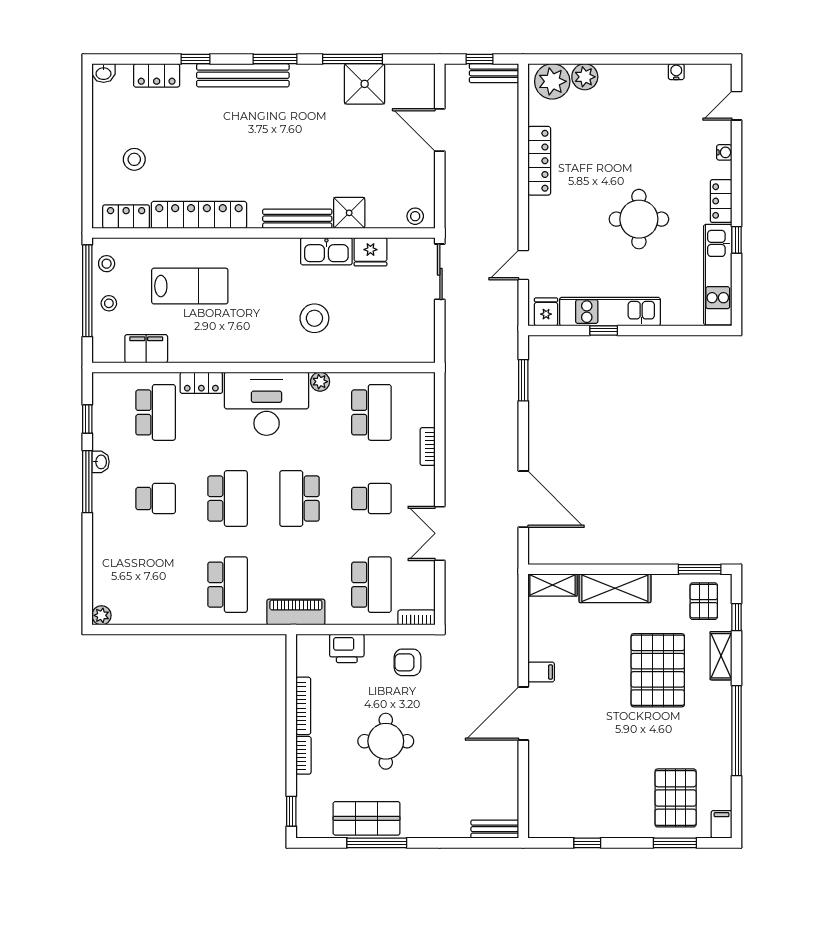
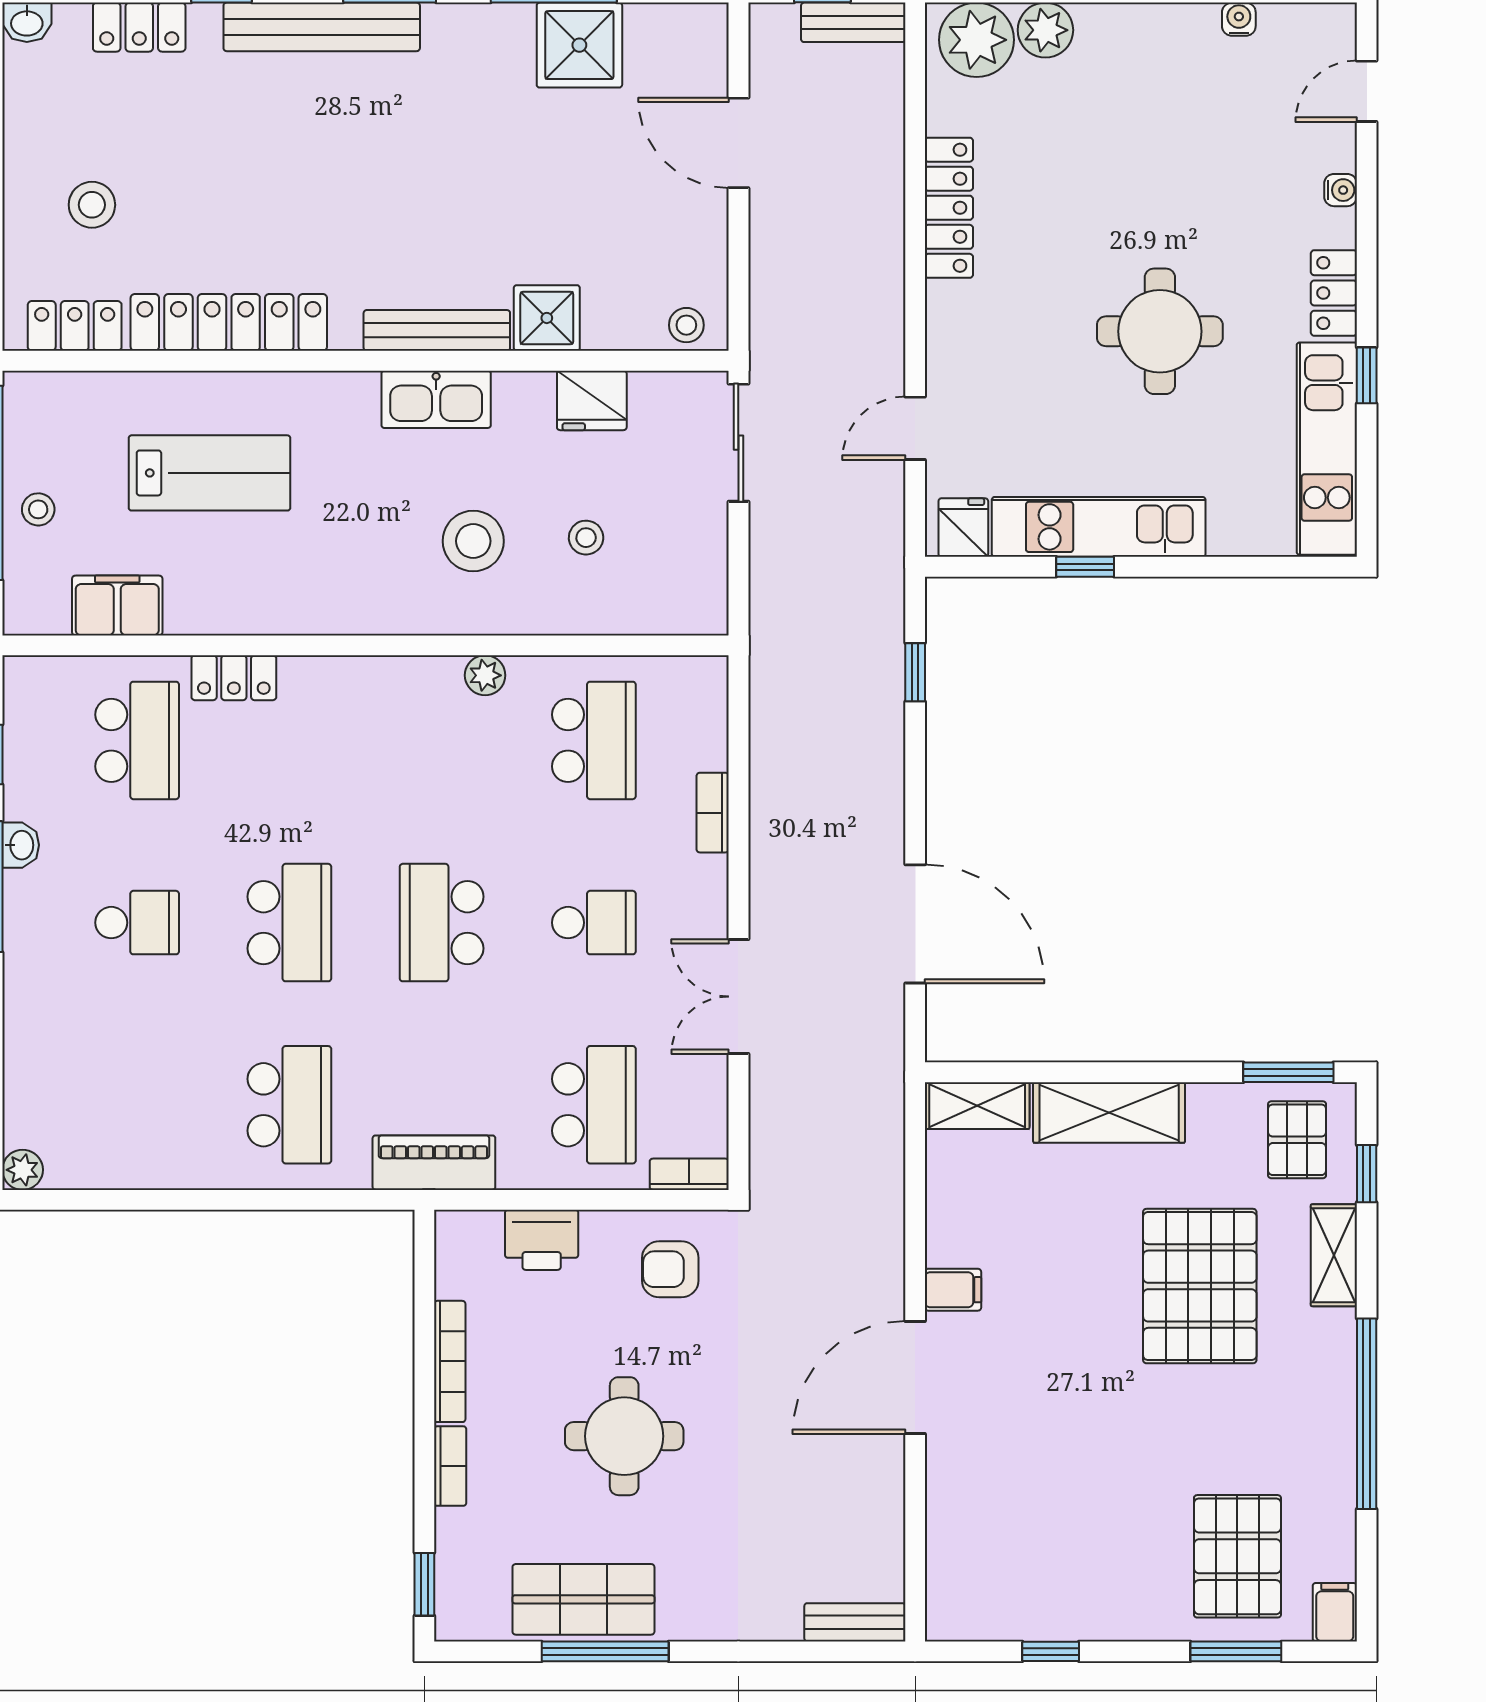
kitchen sink: (326, 251) -> (436, 399), moved
stool: (107, 264) -> (586, 538), moved
window: (523, 380) -> (915, 672), width x0.67
desk: (267, 404) -> (372, 722), removed

